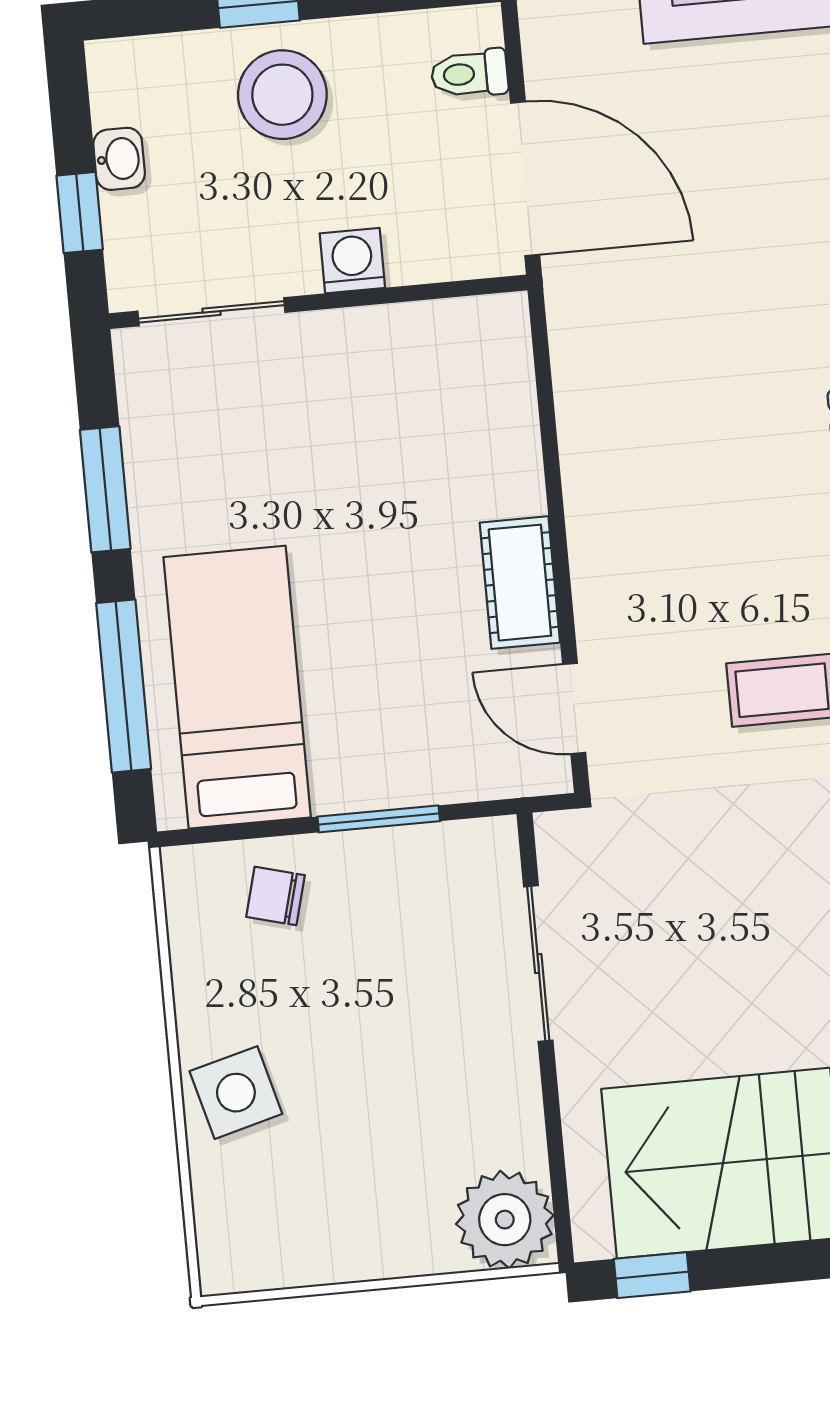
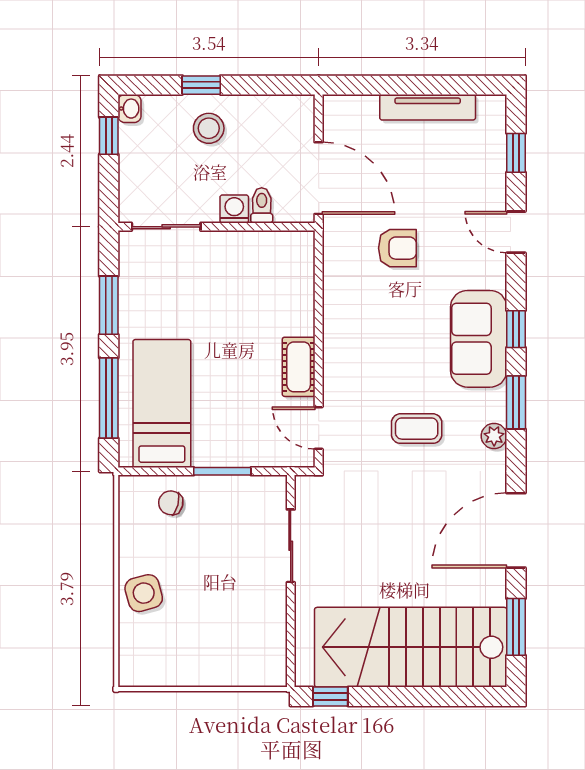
toilet: (469, 74) -> (262, 205), moved, turned 90
stool: (282, 95) -> (209, 128), width x0.73, depth x0.73
washbasin: (119, 159) -> (130, 109), moved
window: (80, 213) -> (109, 136), moved
armchair: (706, 311) -> (397, 248), added
plant: (505, 1220) -> (264, 664), removed

